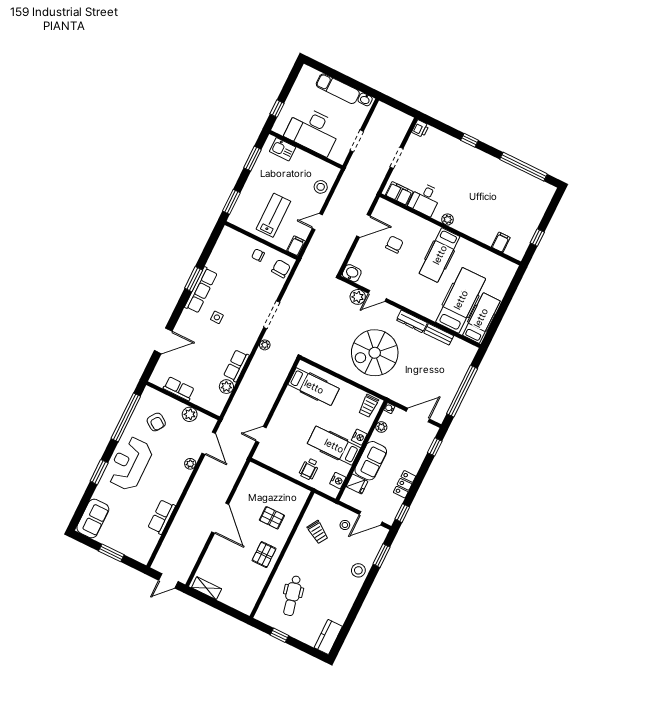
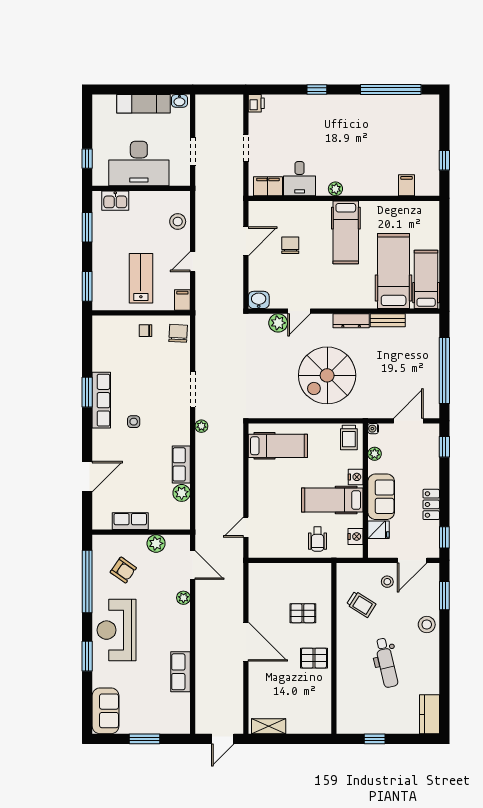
pallet: (264, 555) -> (314, 658), turned 90
dental chair: (292, 596) -> (386, 663), moved

